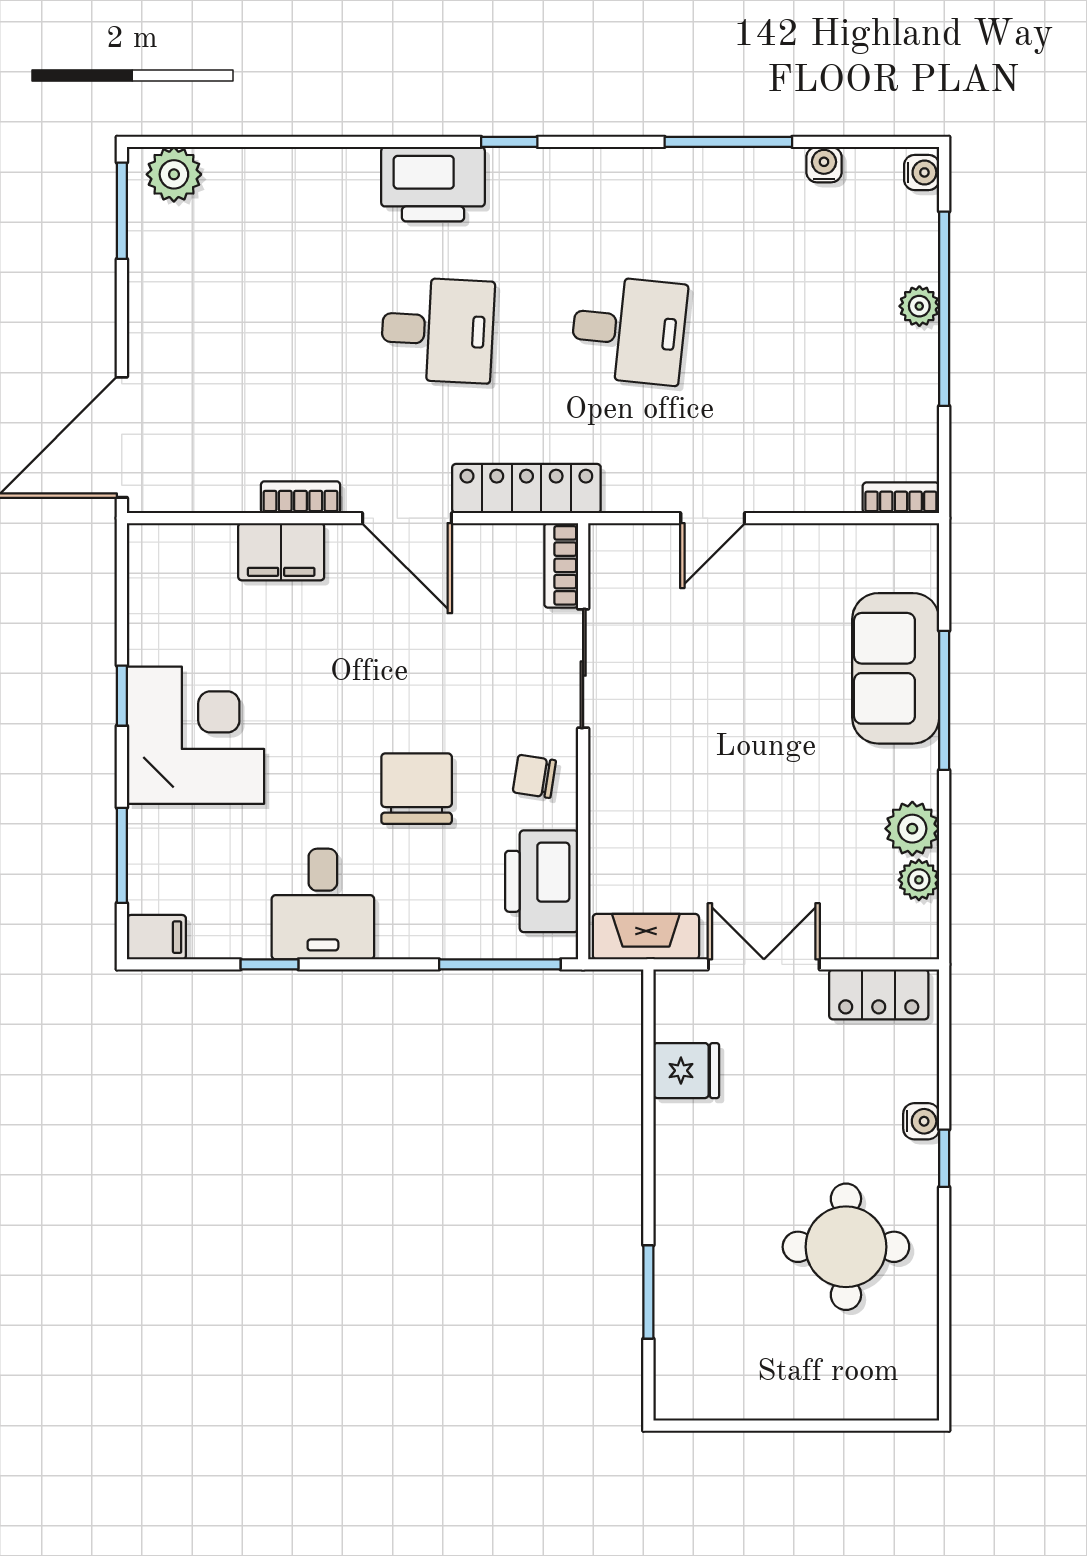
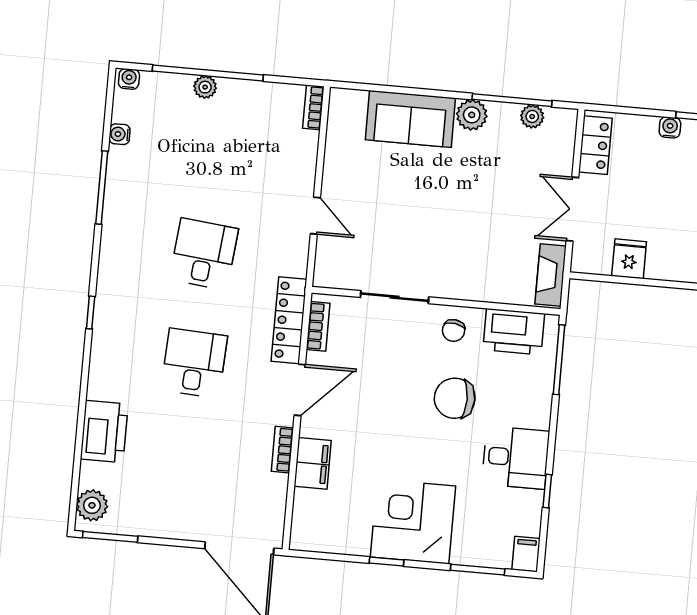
printer: (433, 184) -> (104, 431), moved
bookcase: (561, 565) -> (318, 326), moved, turned -90
window: (944, 700) -> (512, 100), moved
plant: (912, 829) -> (472, 115), moved

